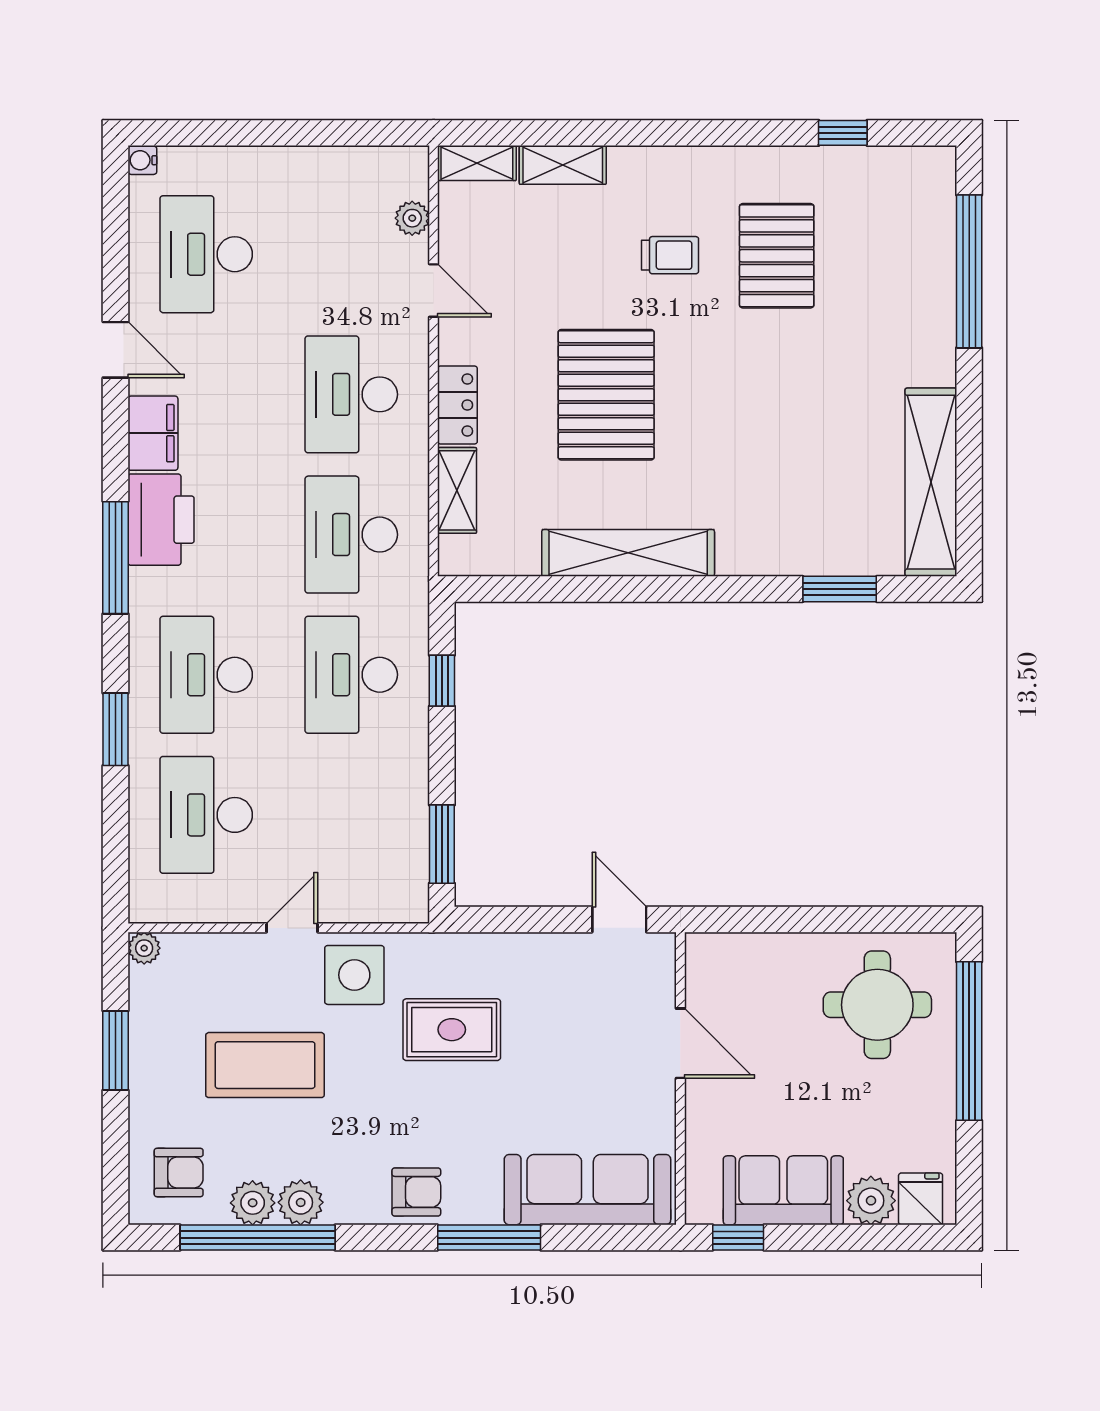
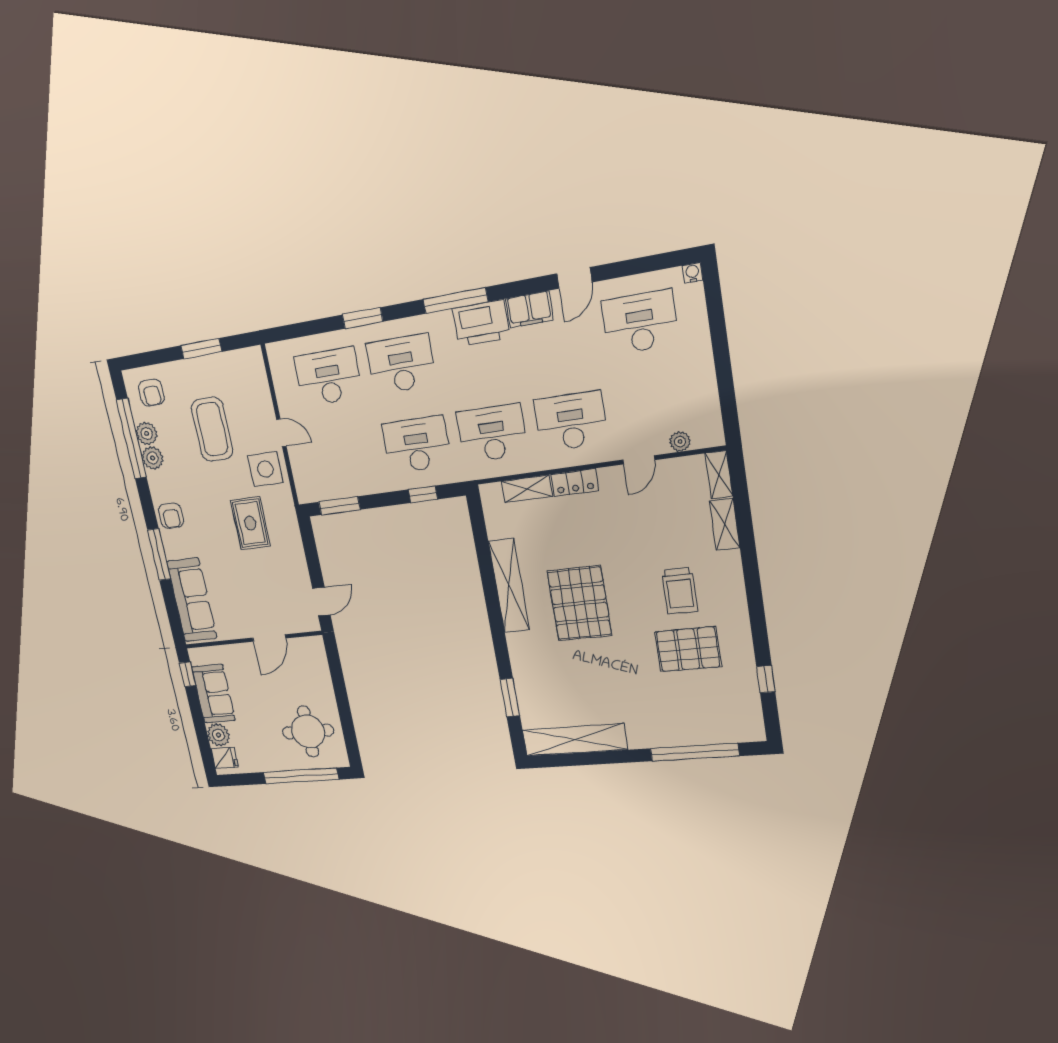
trolley: (670, 255) -> (680, 591), width x1.36, depth x1.39
pallet: (606, 395) -> (579, 603), moved, turned 90
plant: (144, 948) -> (254, 355), removed

